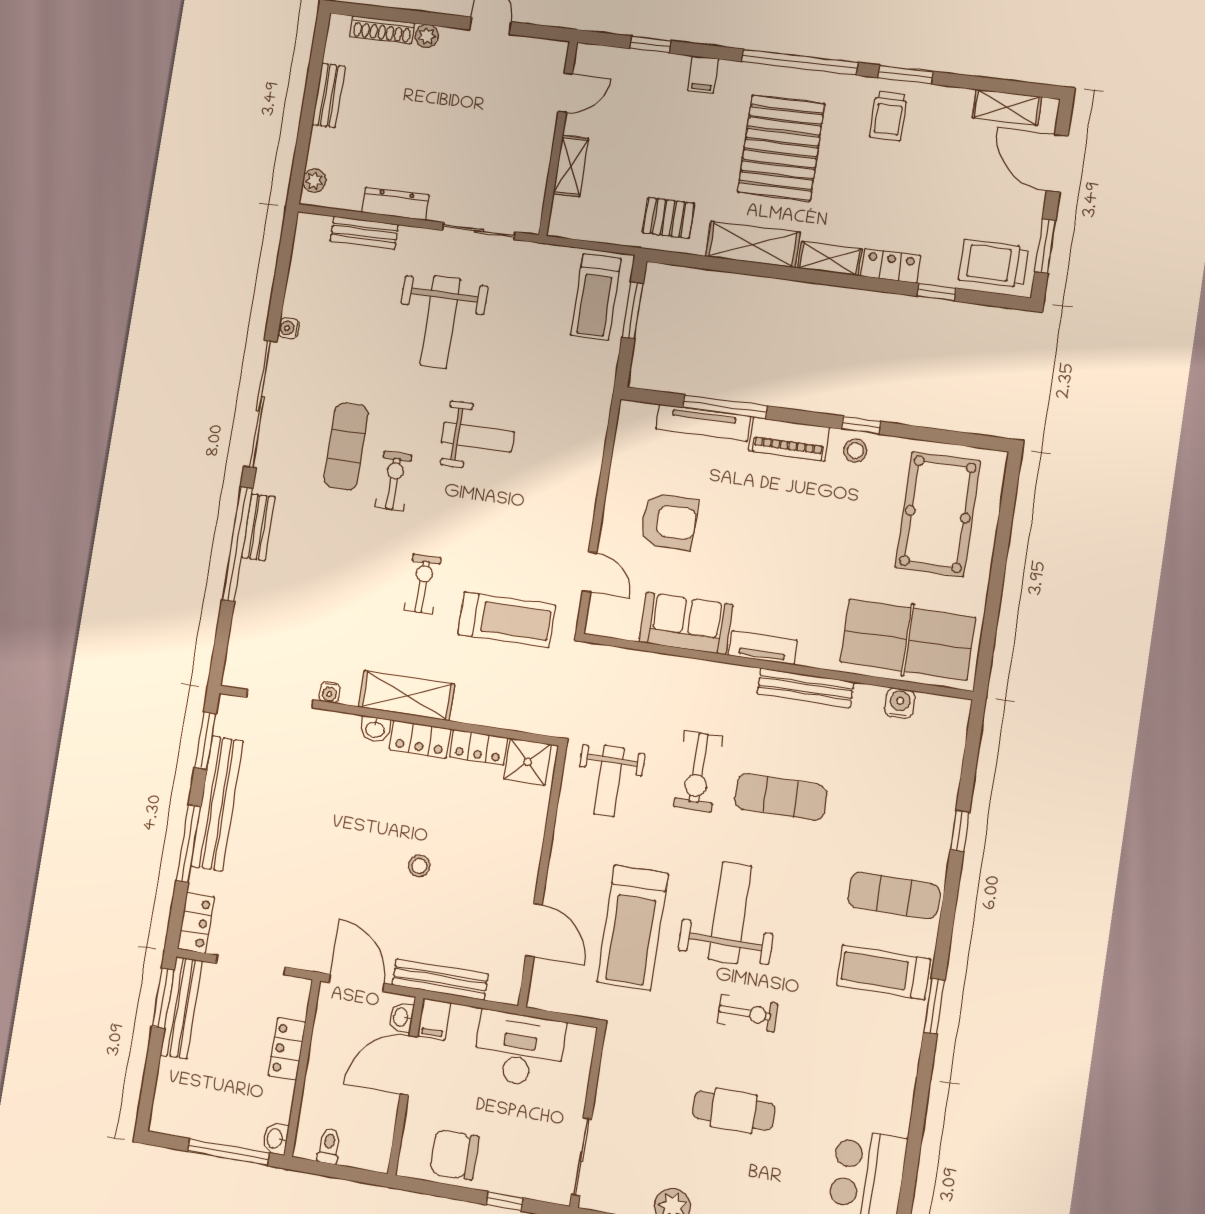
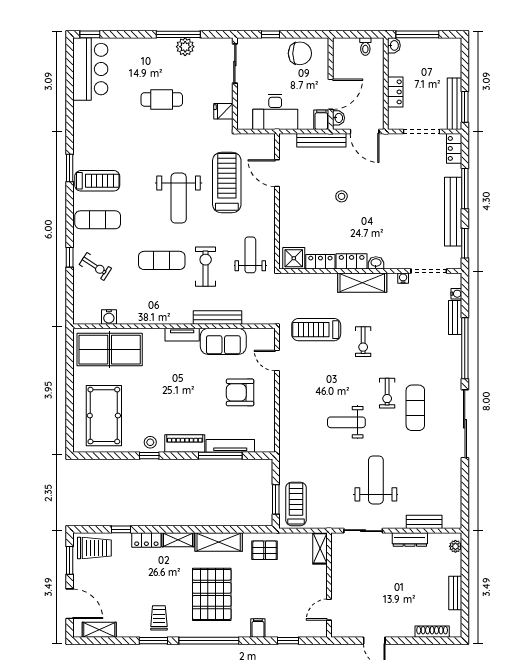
plant: (427, 36) -> (408, 631), removed
shelving: (571, 166) -> (320, 548), moved
water cooler: (289, 328) -> (456, 294), moved
bench: (258, 527) -> (455, 317), moved
bench: (805, 688) -> (218, 318), moved
exercise bike: (748, 1013) -> (95, 266), moved, turned -147
fridge: (618, 1067) -> (223, 111), added

